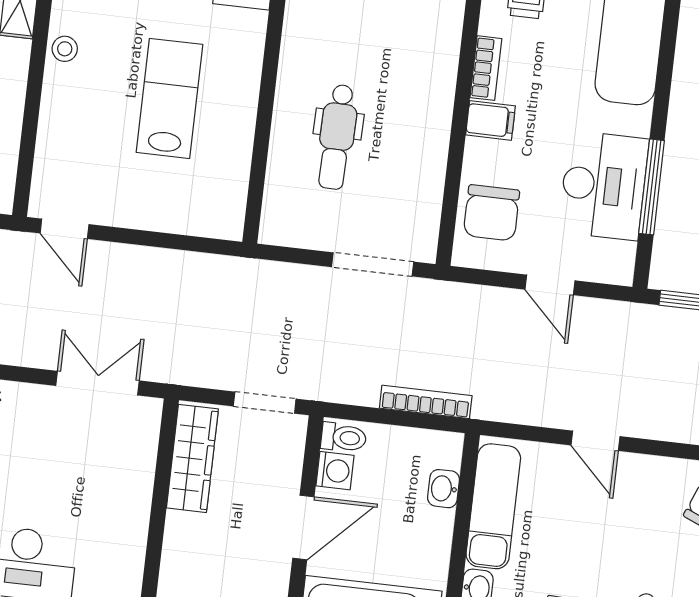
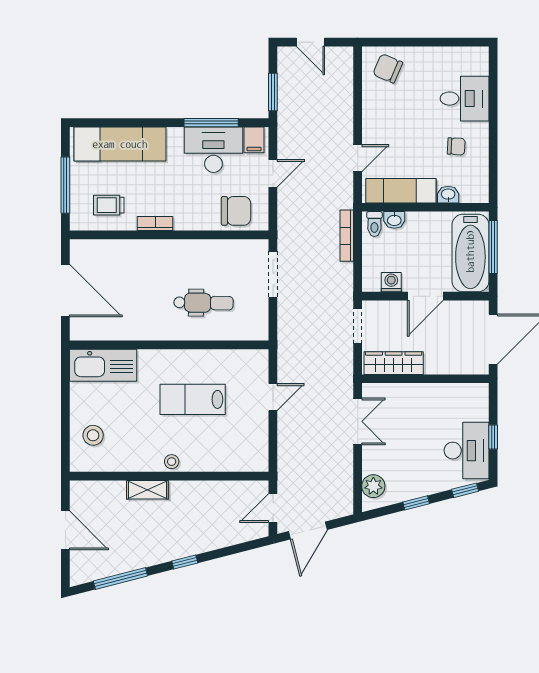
filing cabinet: (491, 120) -> (254, 140), moved, turned 180
door: (65, 229) -> (273, 397), moved
double door: (97, 383) -> (358, 421), swing flipped
toilet: (344, 437) -> (374, 224), moved, turned 180
door: (595, 441) -> (358, 158), moved
door: (303, 527) -> (425, 296), swing flipped

